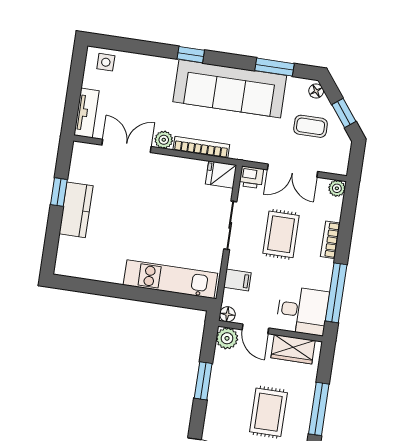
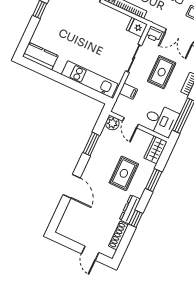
kitchen counter: (76, 210) -> (40, 56), moved, turned -90
floor lamp: (227, 314) -> (117, 109), removed
wardrobe: (293, 349) -> (155, 150), moved, turned 90
window: (319, 409) -> (154, 180), width x0.69

